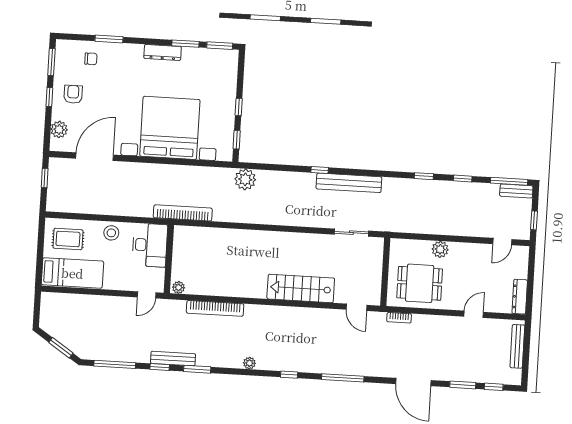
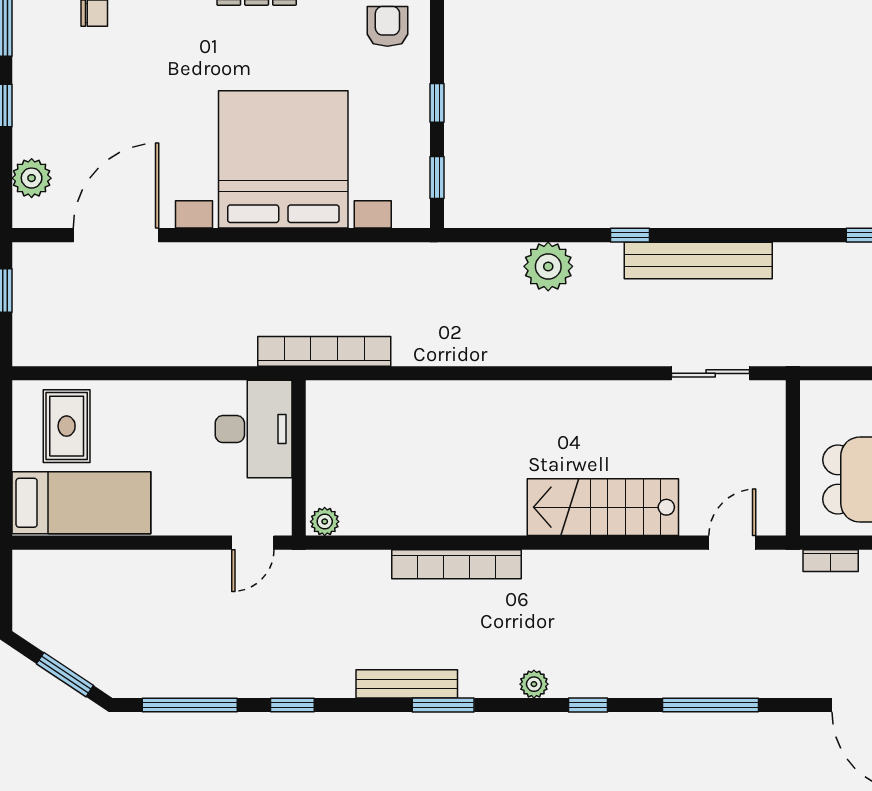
armchair: (73, 94) -> (387, 26), moved
plant: (245, 179) -> (548, 266), moved
stool: (111, 233) -> (164, 406), removed
rug: (68, 239) -> (67, 426), turned 90
door: (356, 307) -> (732, 543), swing flipped
bookcase: (215, 308) -> (456, 564), moved
bench: (173, 359) -> (407, 684), moved
plant: (249, 363) -> (534, 684), moved
window: (197, 369) -> (443, 705), moved

